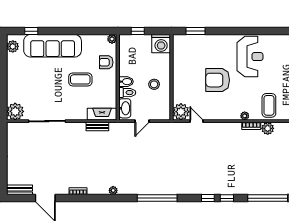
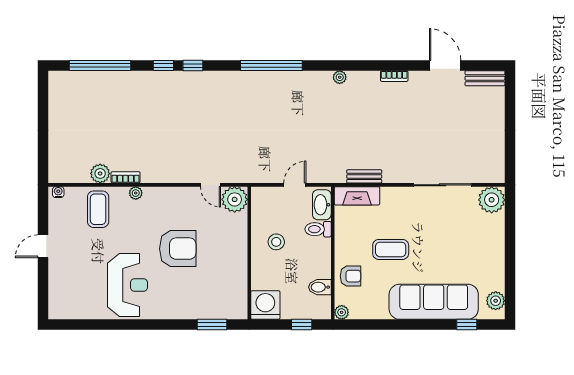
reception desk: (250, 57) -> (127, 285), turned 180
bidet: (126, 82) -> (320, 287), moved

